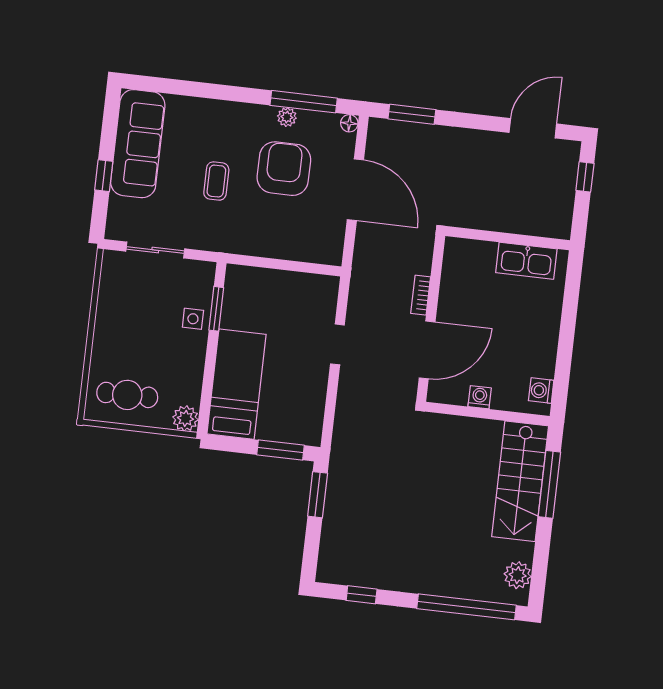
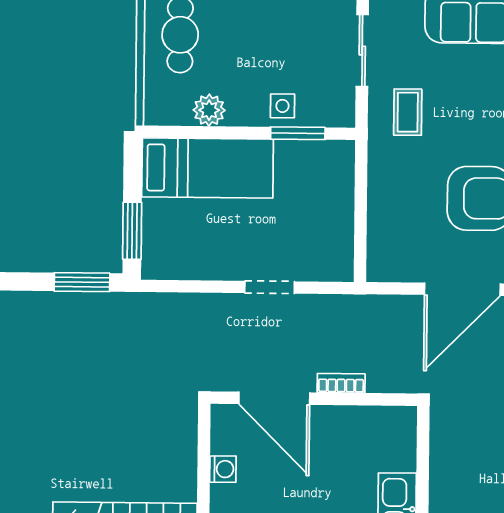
coffee table: (216, 181) -> (408, 112), moved, turned 90
plant: (185, 418) -> (209, 110), moved

